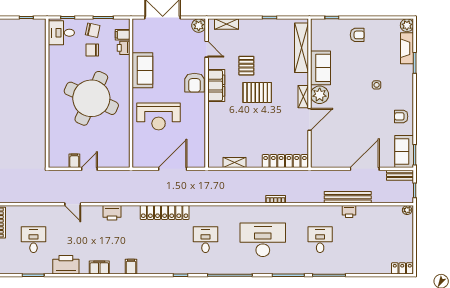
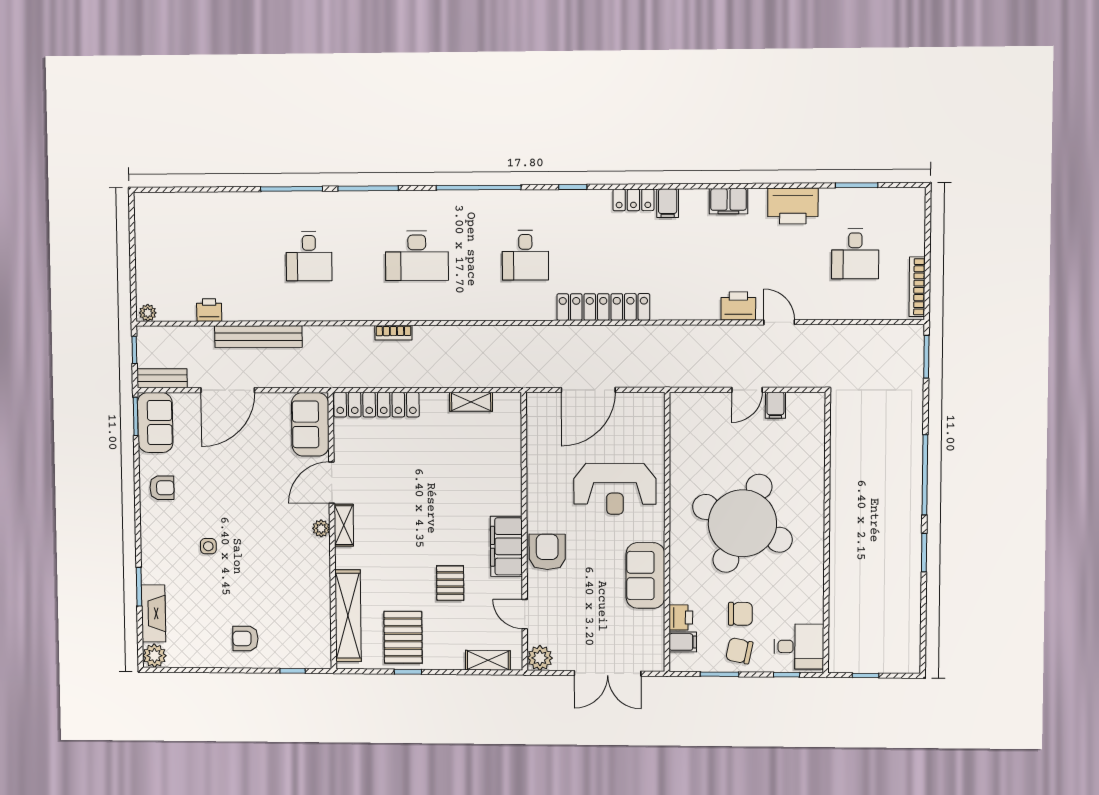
sofa: (321, 68) -> (310, 424), moved
pallet: (257, 92) -> (403, 637), moved, turned 90
plant: (320, 95) -> (321, 528), width x0.53, depth x0.53
reception desk: (159, 116) -> (615, 489), turned 180
printer: (349, 211) -> (209, 310), moved
printer: (112, 213) -> (738, 306), moved
desk: (263, 240) -> (417, 256), width x0.73, depth x0.77
locker: (402, 268) -> (633, 200), moved

